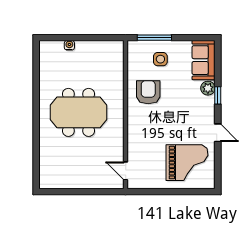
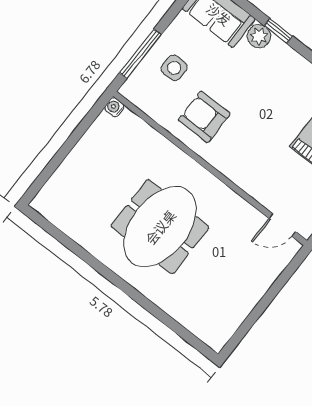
water cooler: (69, 45) -> (114, 107), moved

